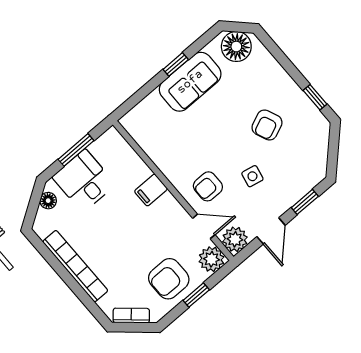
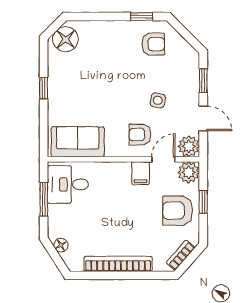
sofa: (190, 82) -> (78, 142), moved, turned -90
armchair: (267, 125) -> (153, 44), moved, turned -67
desk: (84, 181) -> (68, 184), moved
armchair: (208, 186) -> (140, 135), turned 90
filing cabinet: (151, 190) -> (141, 173), moved
armchair: (169, 279) -> (178, 211), turned 90

